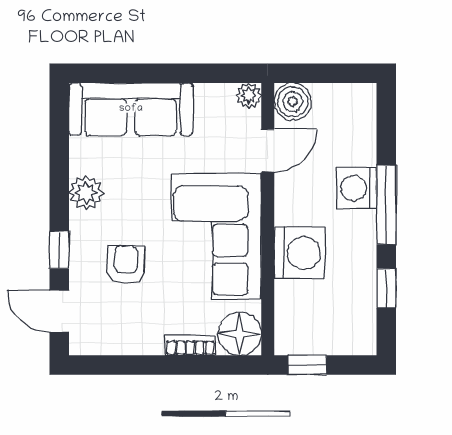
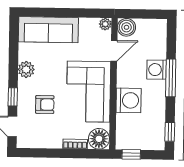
armchair: (126, 265) -> (45, 105), turned 88
window: (386, 288) -> (170, 132), moved

